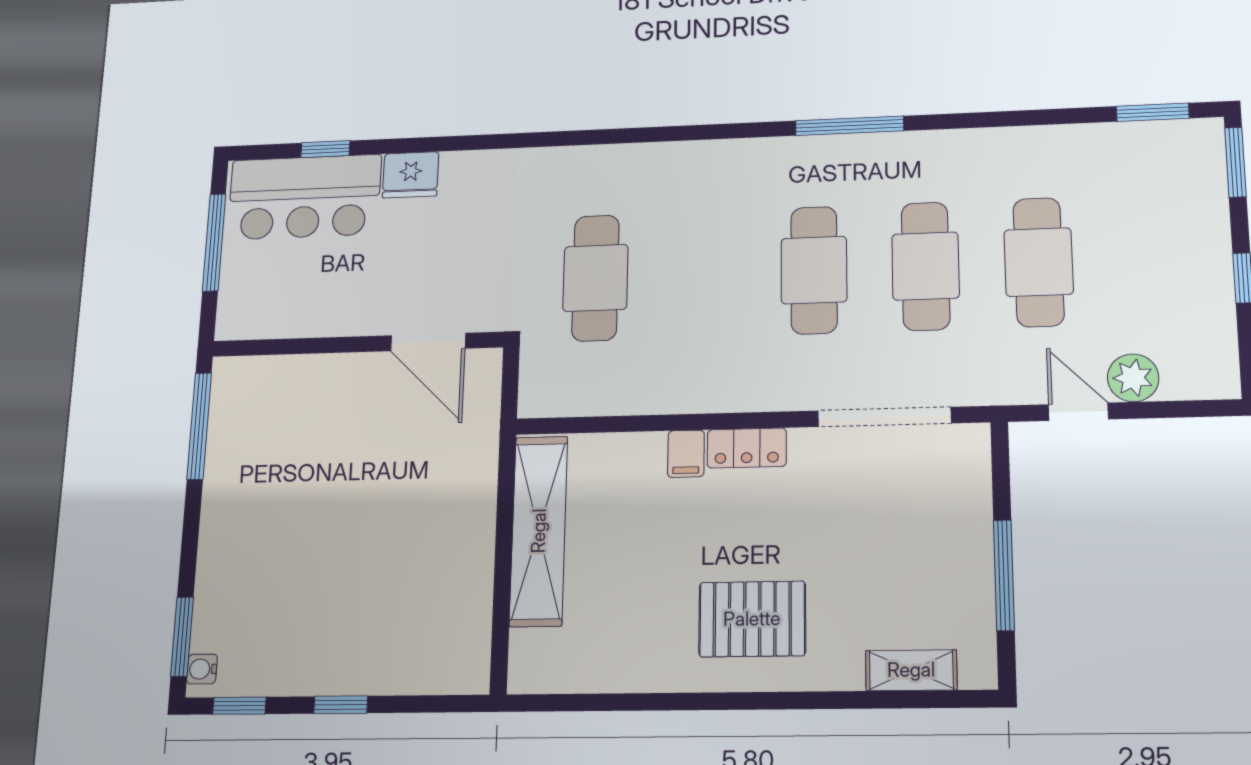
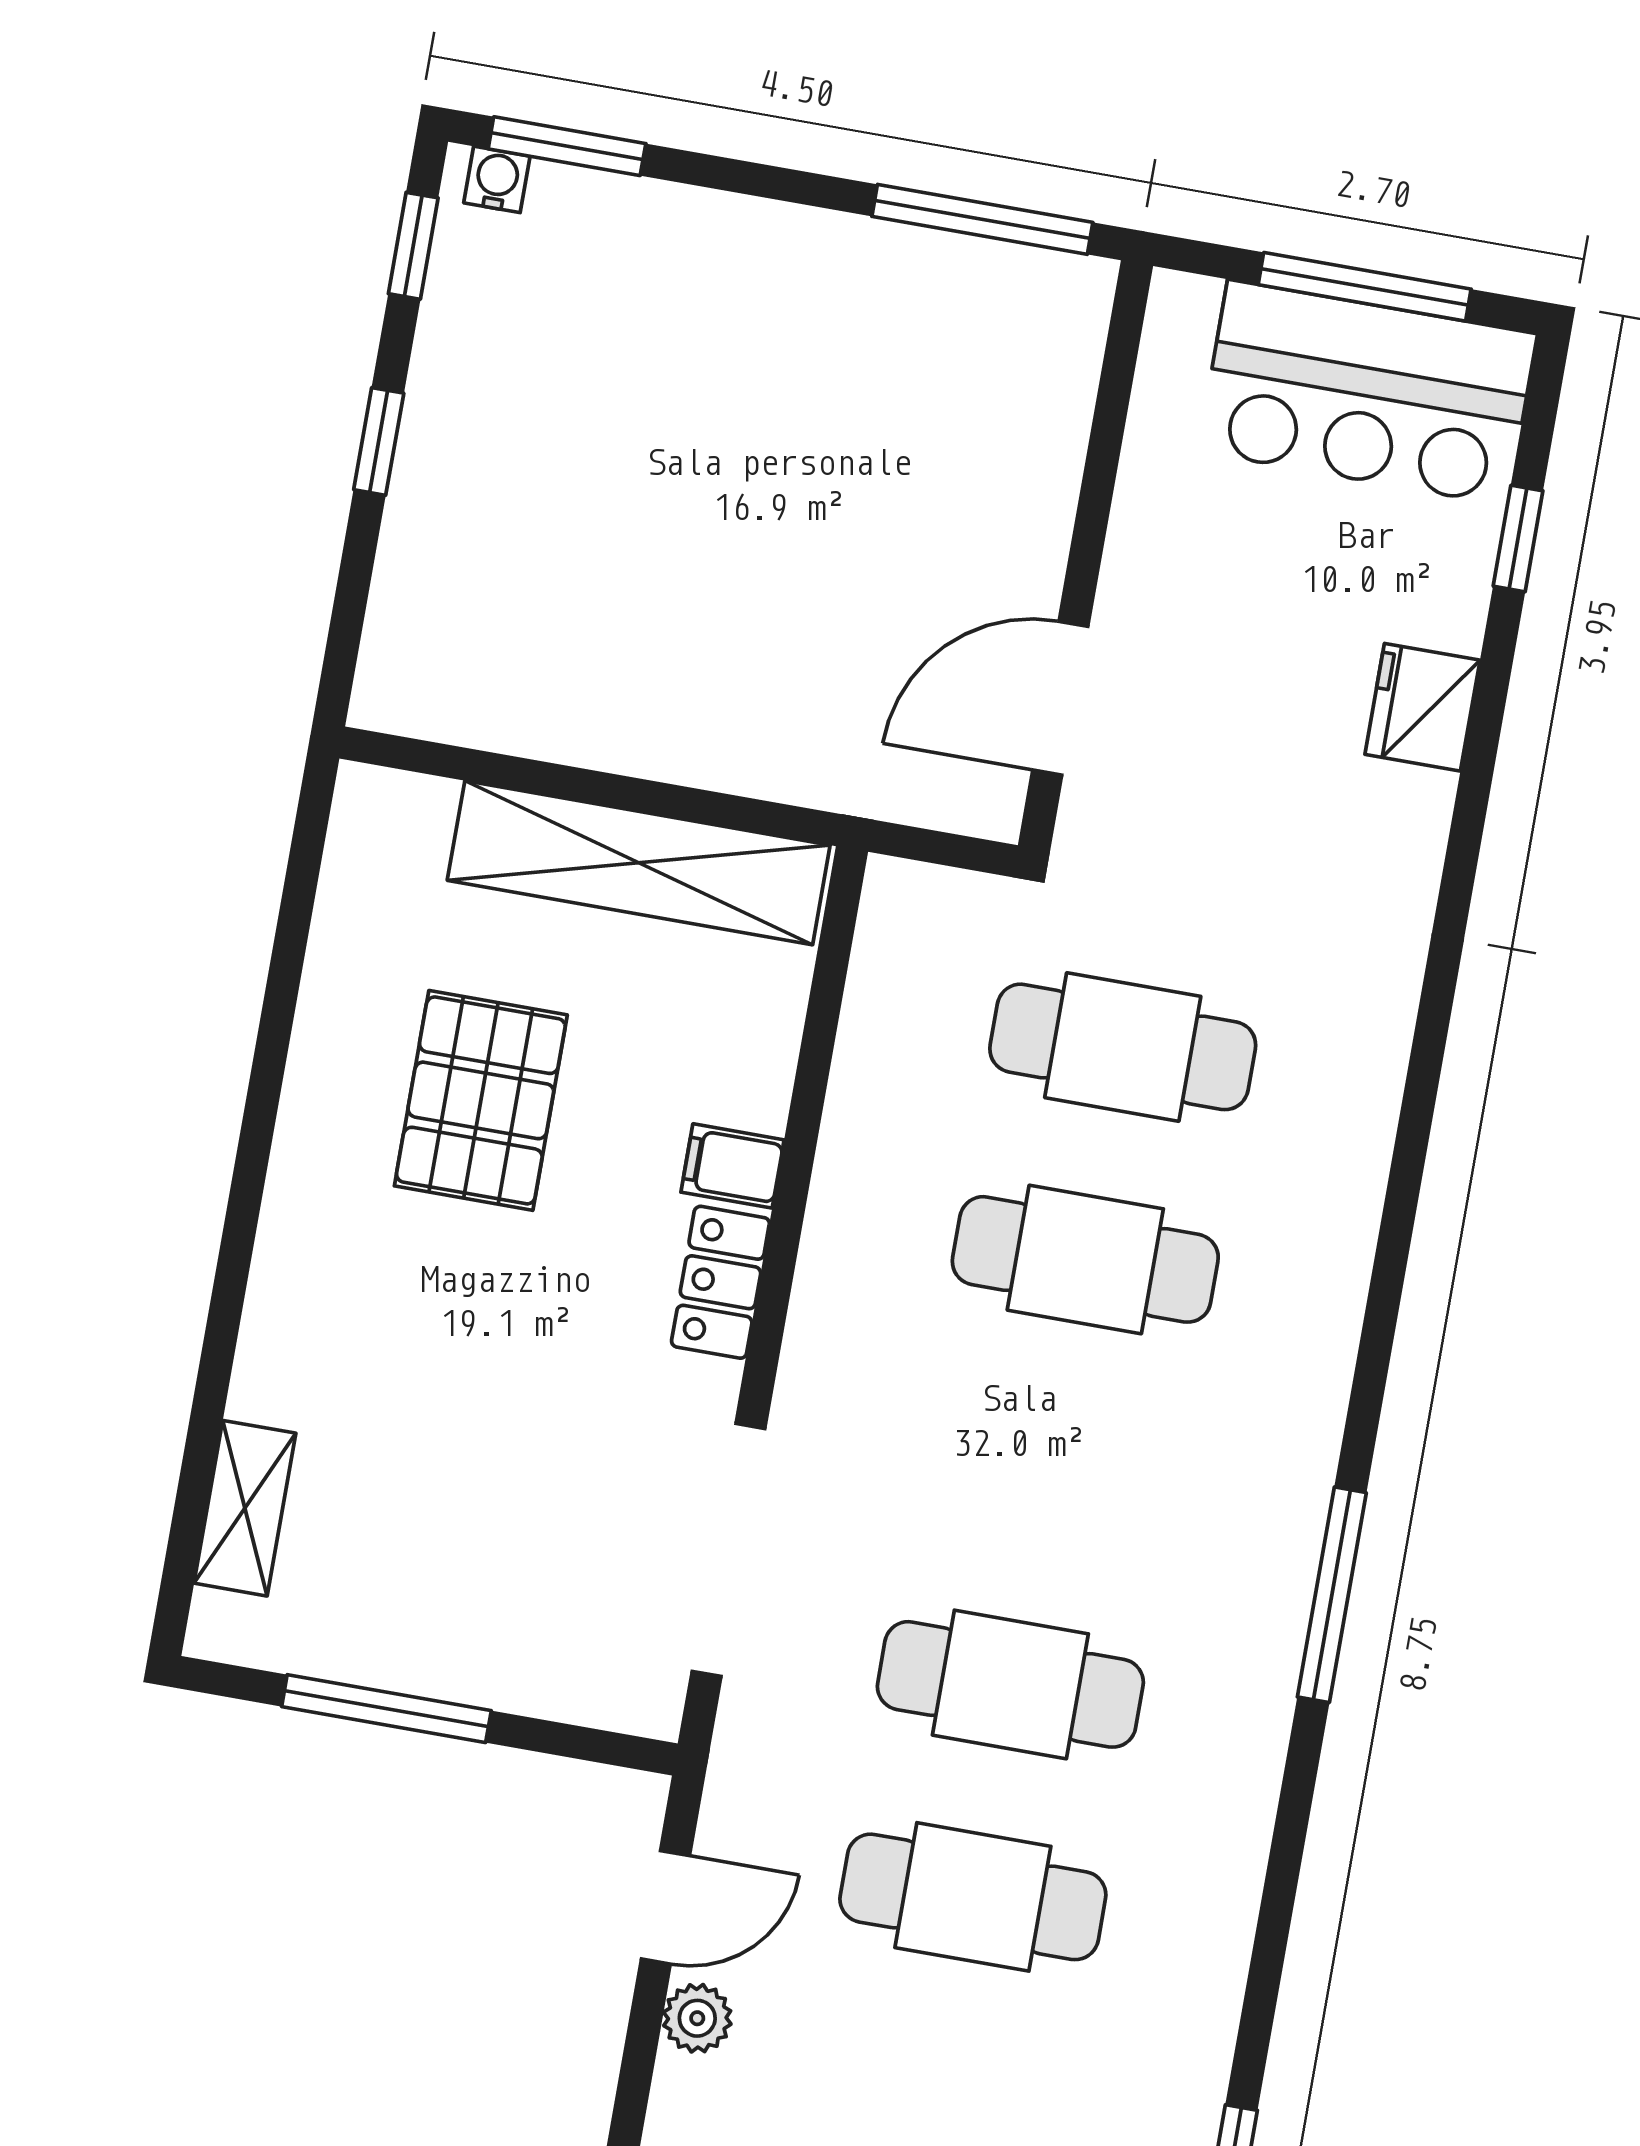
bar counter: (304, 197) -> (1367, 393), moved, turned -90
cafe table: (814, 270) -> (1085, 1259), moved
plant: (1133, 378) -> (697, 2018), width x0.73, depth x0.73
pallet: (752, 619) -> (481, 1100), moved

